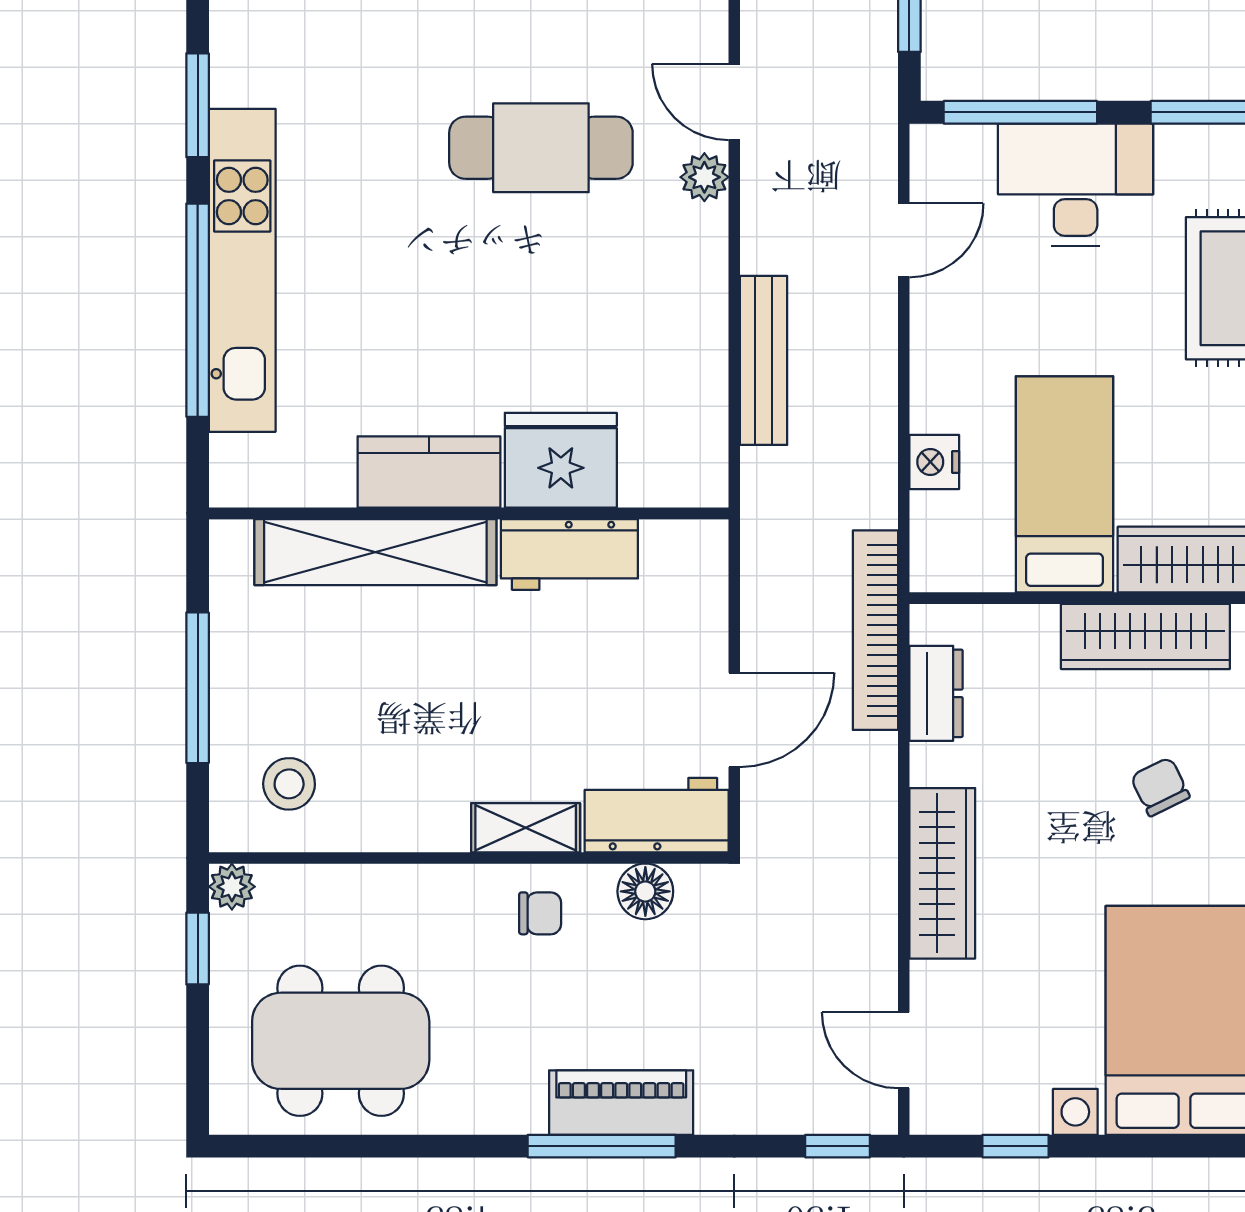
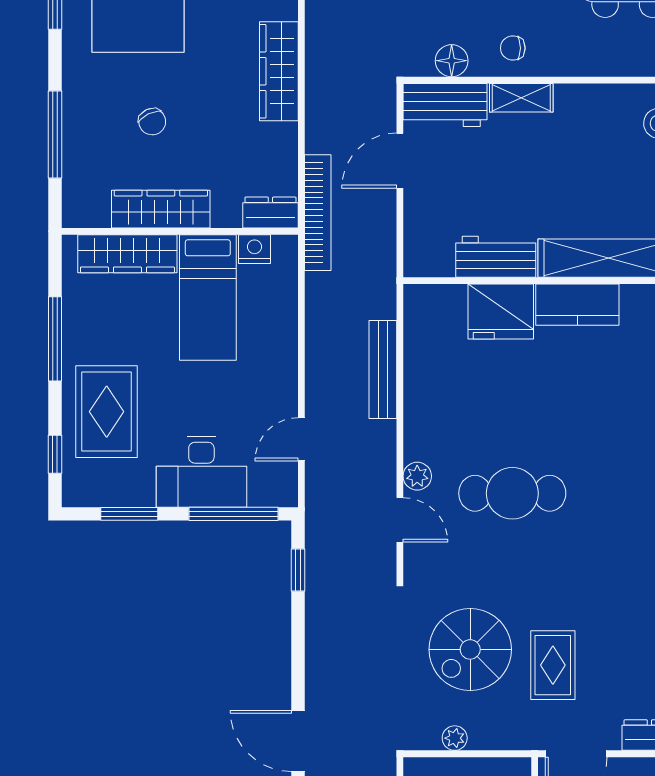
nightstand: (934, 462) -> (254, 249), moved, turned -90
dresser: (936, 693) -> (270, 213), moved, turned 90

